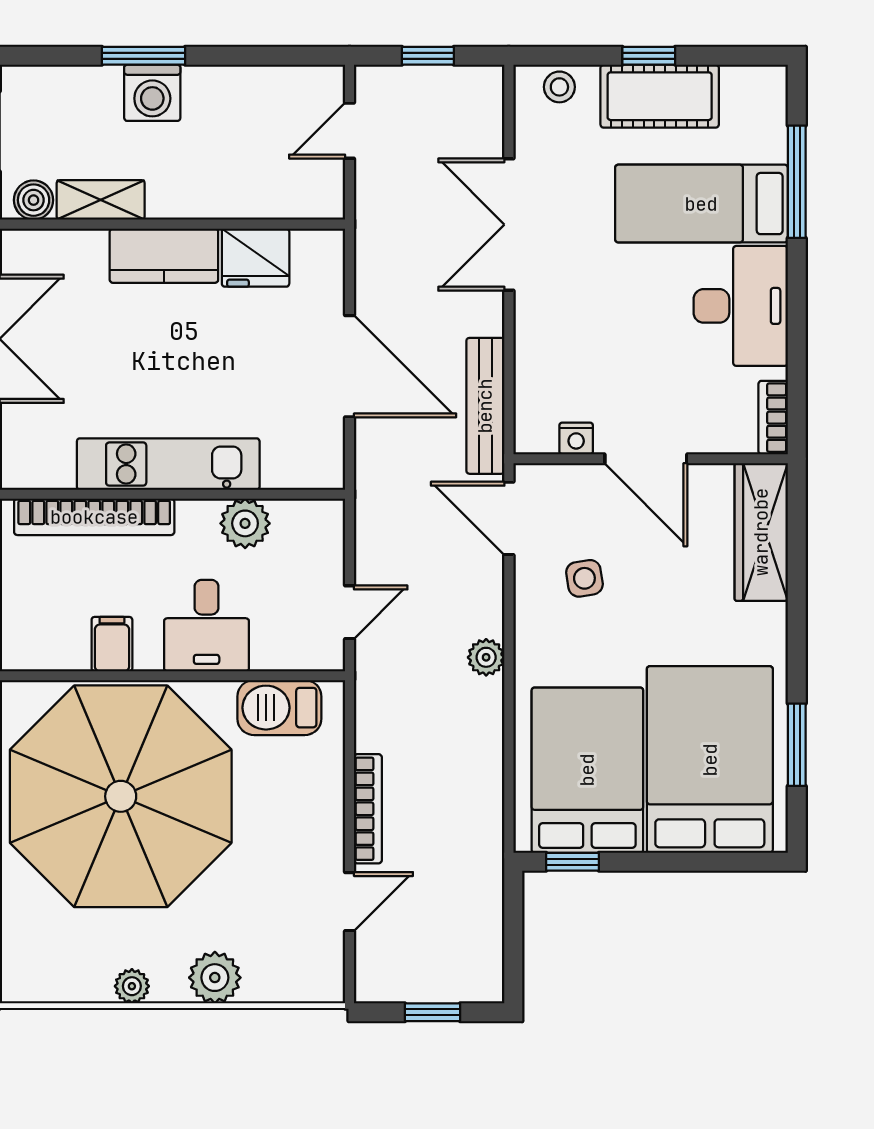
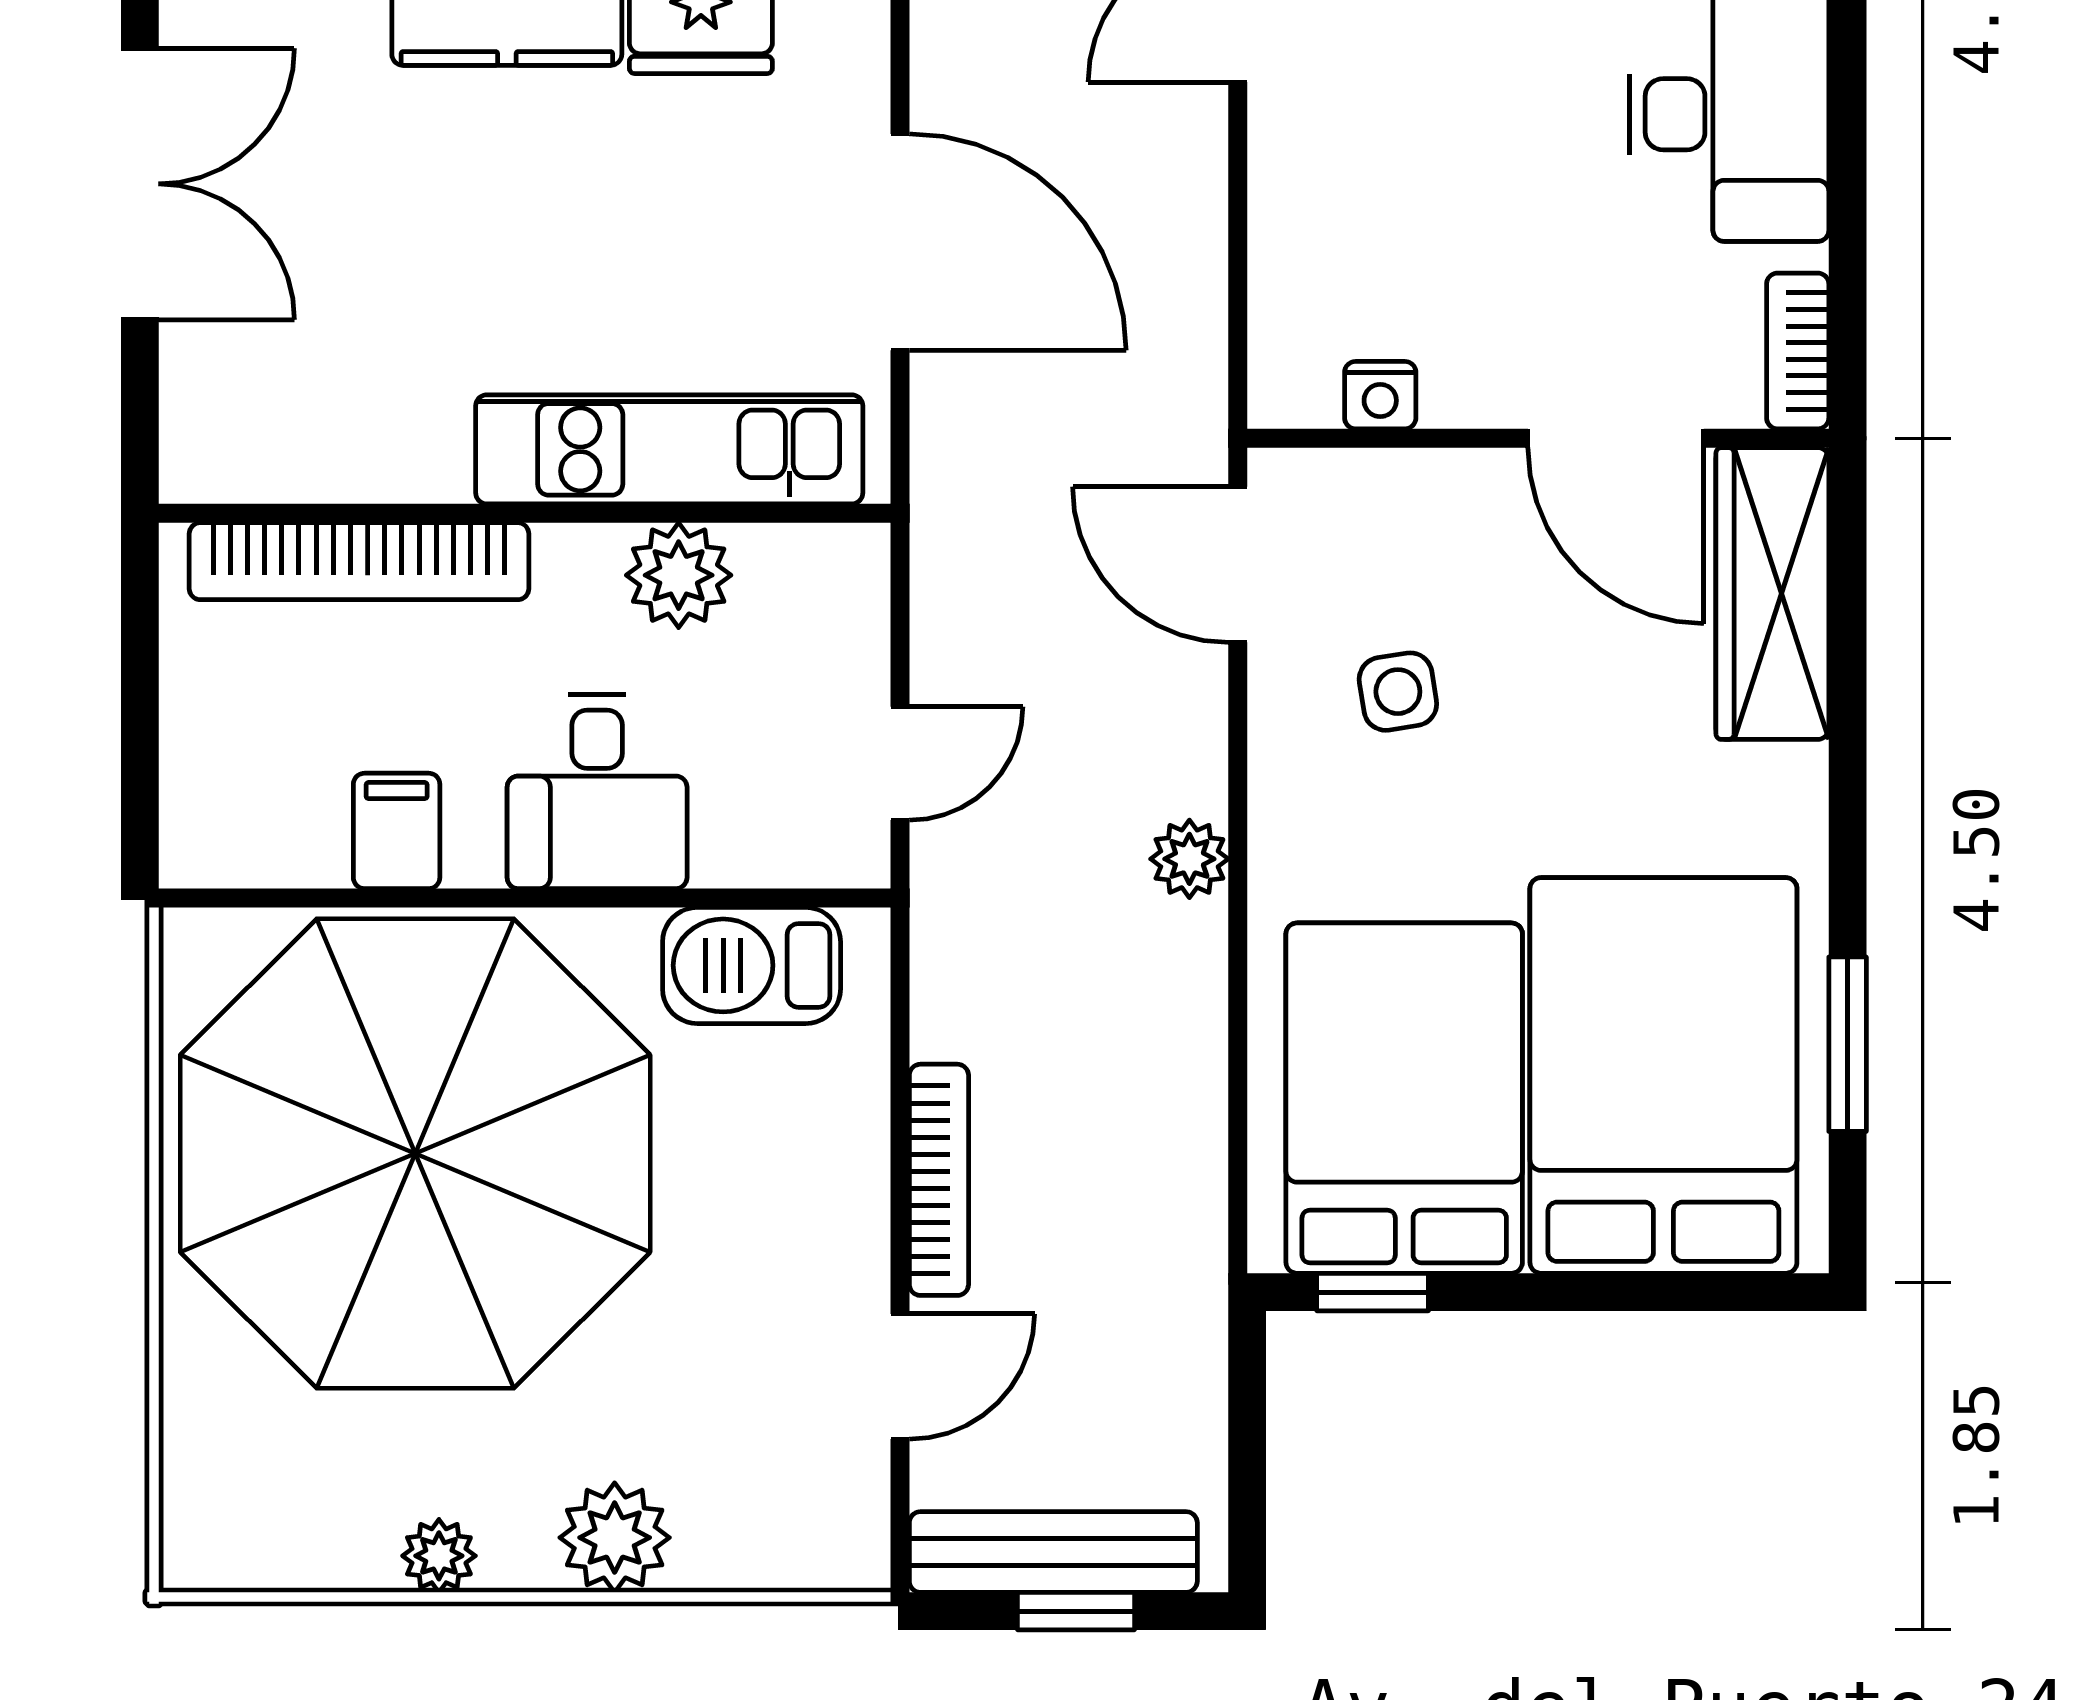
bench: (485, 406) -> (1053, 1552), moved, turned 90
door: (646, 459) -> (1616, 438), moved
kitchen unit: (168, 464) -> (669, 449), moved

